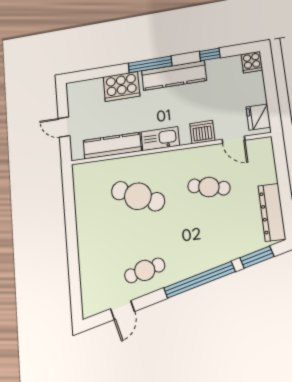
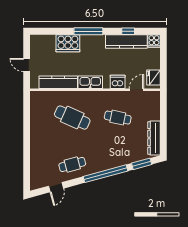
kitchen counter: (174, 76) -> (126, 42), moved
door: (233, 140) -> (136, 90), swing flipped

